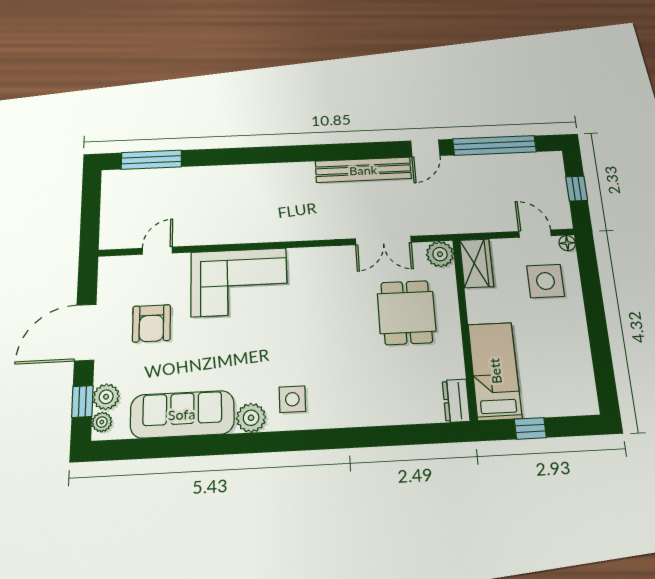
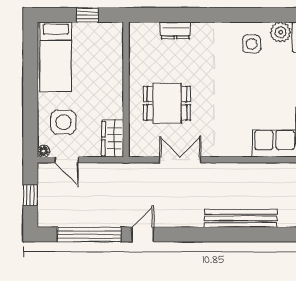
bench: (363, 170) -> (241, 218), moved
plant: (440, 254) -> (139, 147), removed
dining table: (407, 312) -> (167, 103), turned 90
bed: (495, 371) -> (56, 57), moved
dresser: (456, 401) -> (175, 30), moved, turned 90

